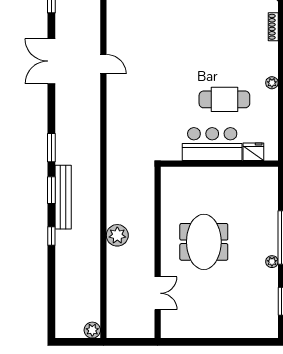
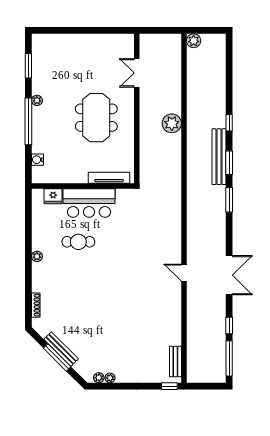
cafe table: (224, 99) -> (78, 242), width x0.73, depth x0.74
tv unit: (189, 173) -> (109, 178), added
water cooler: (271, 194) -> (37, 160), added

